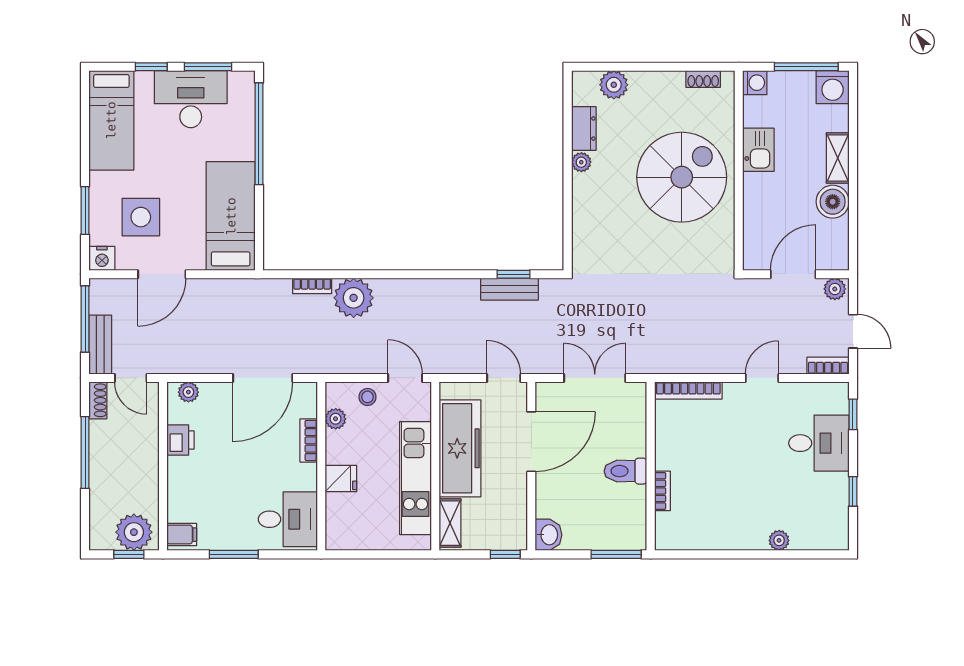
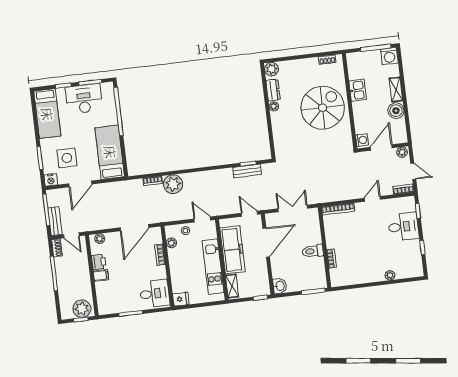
washing machine: (755, 83) -> (362, 140), moved
plant: (614, 85) -> (272, 69), moved
fridge: (341, 478) -> (181, 299), moved
filing cabinet: (182, 535) -> (101, 275), moved

